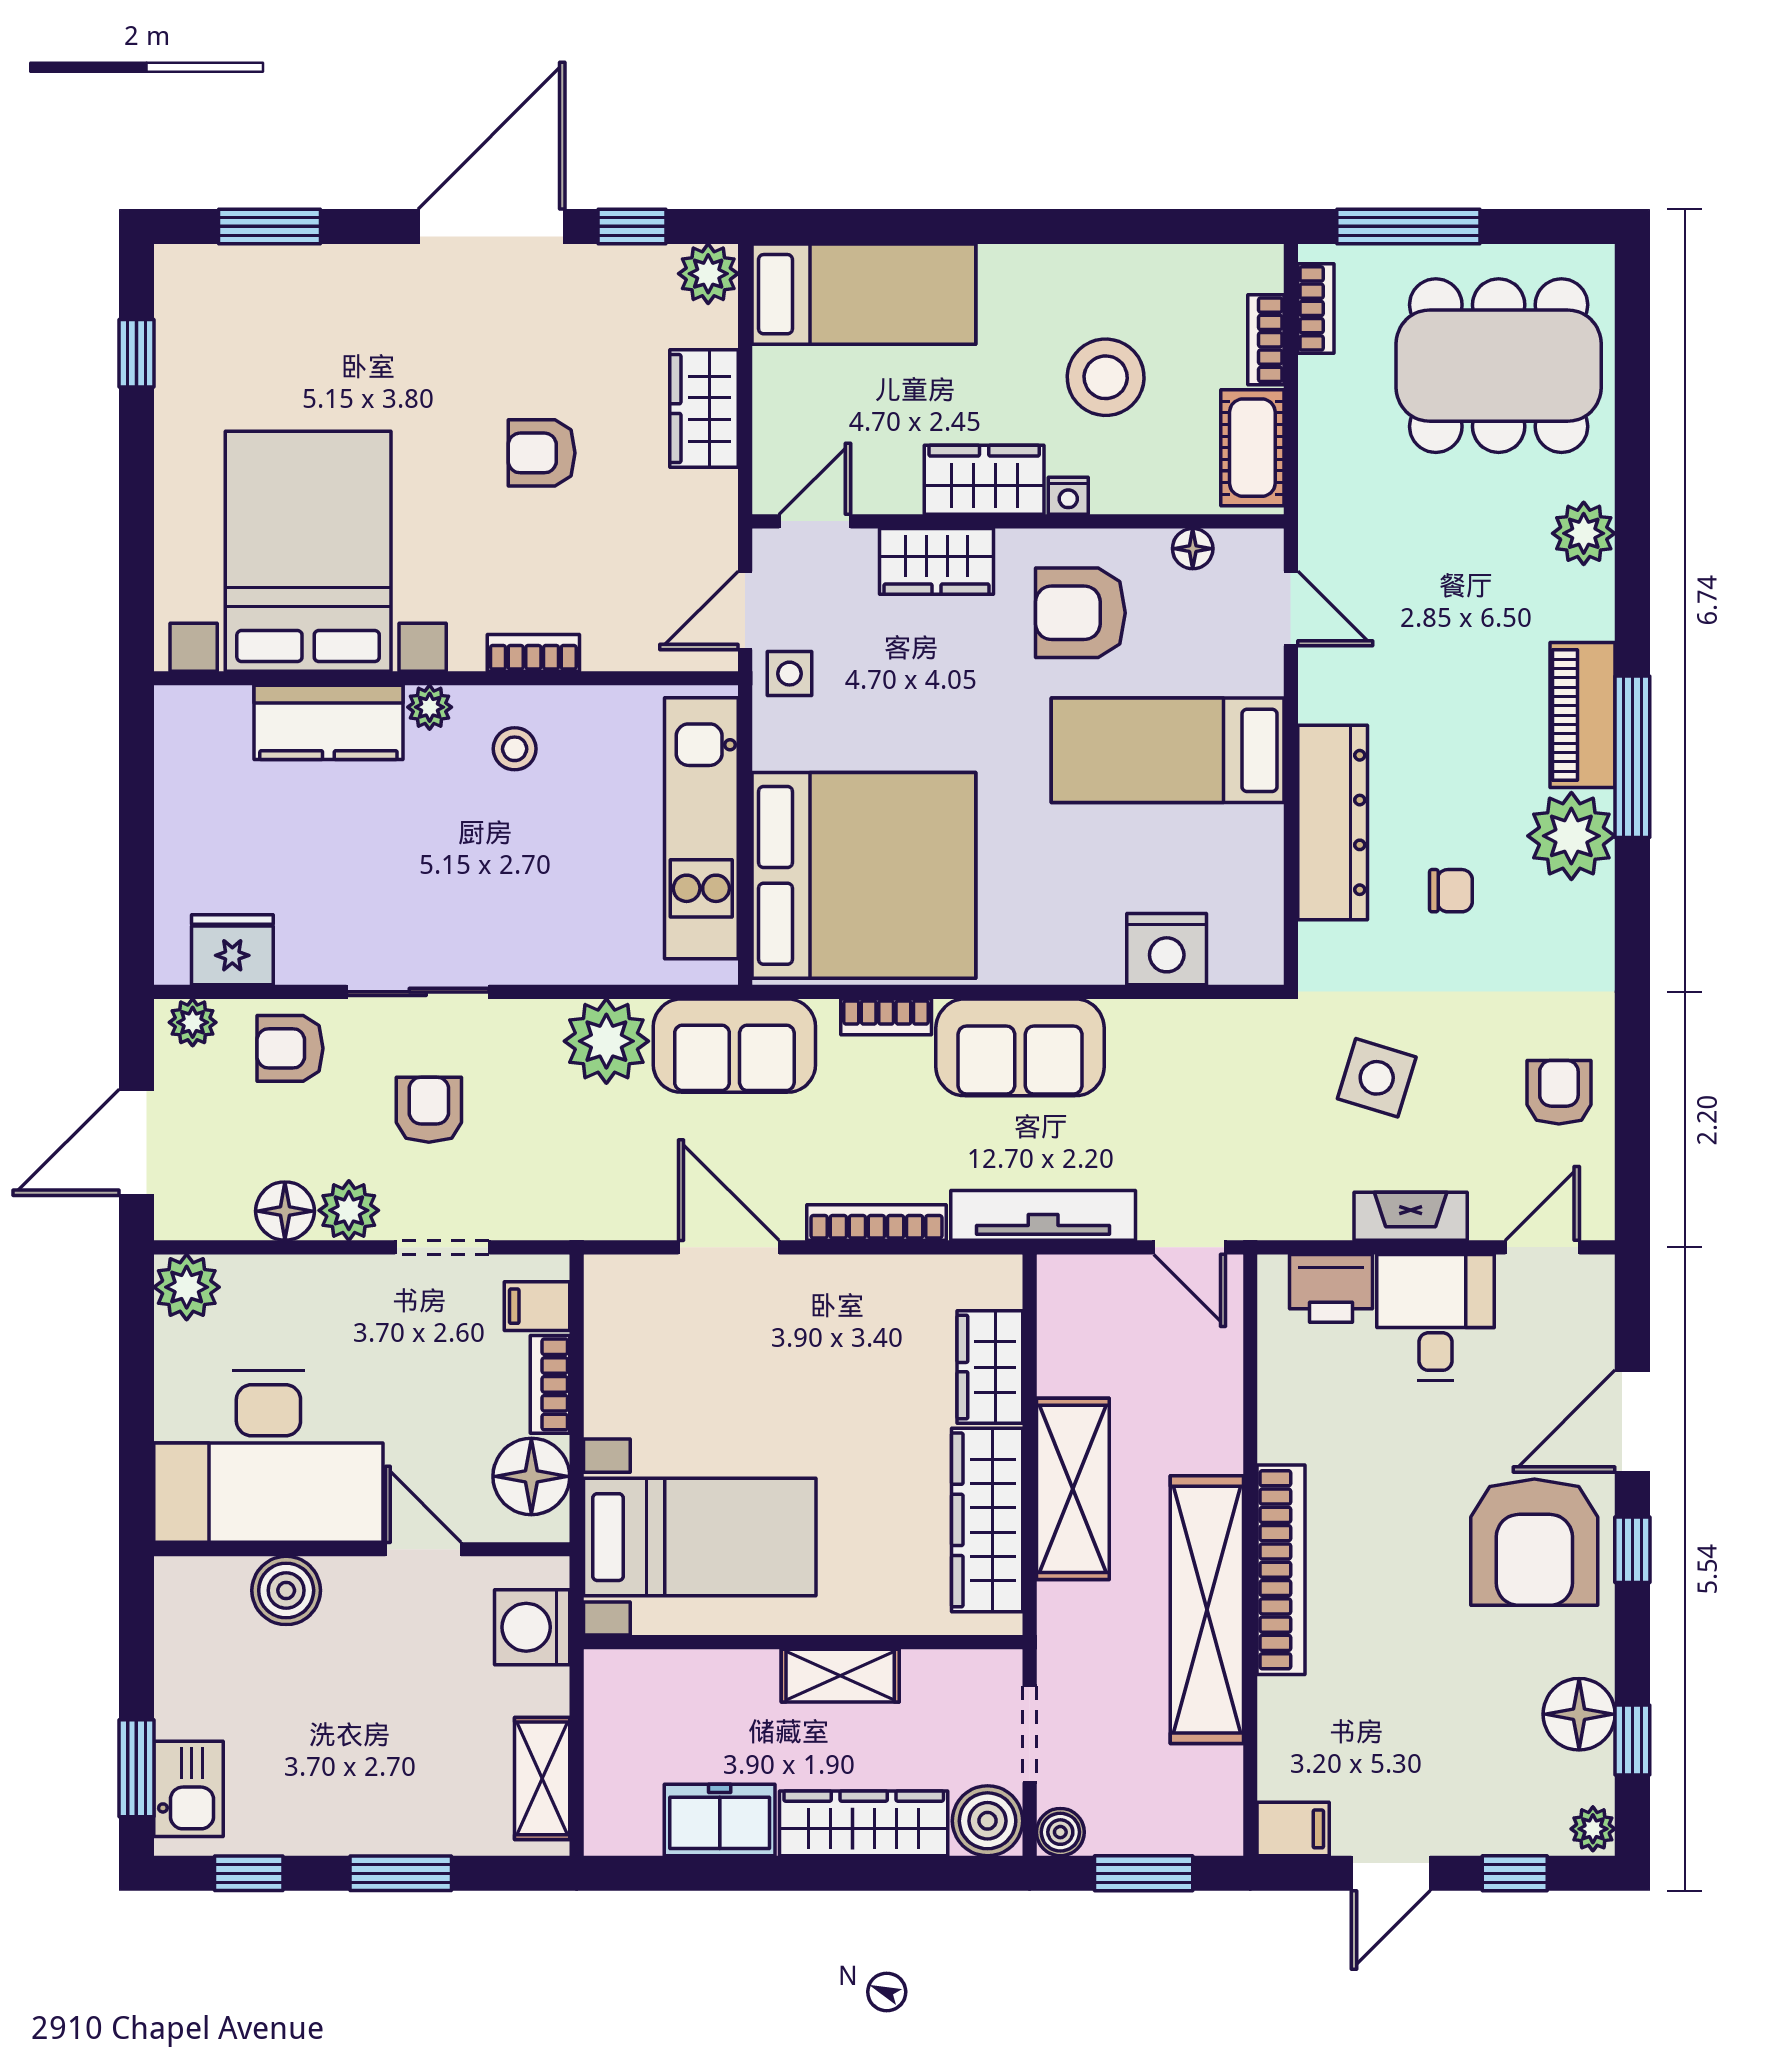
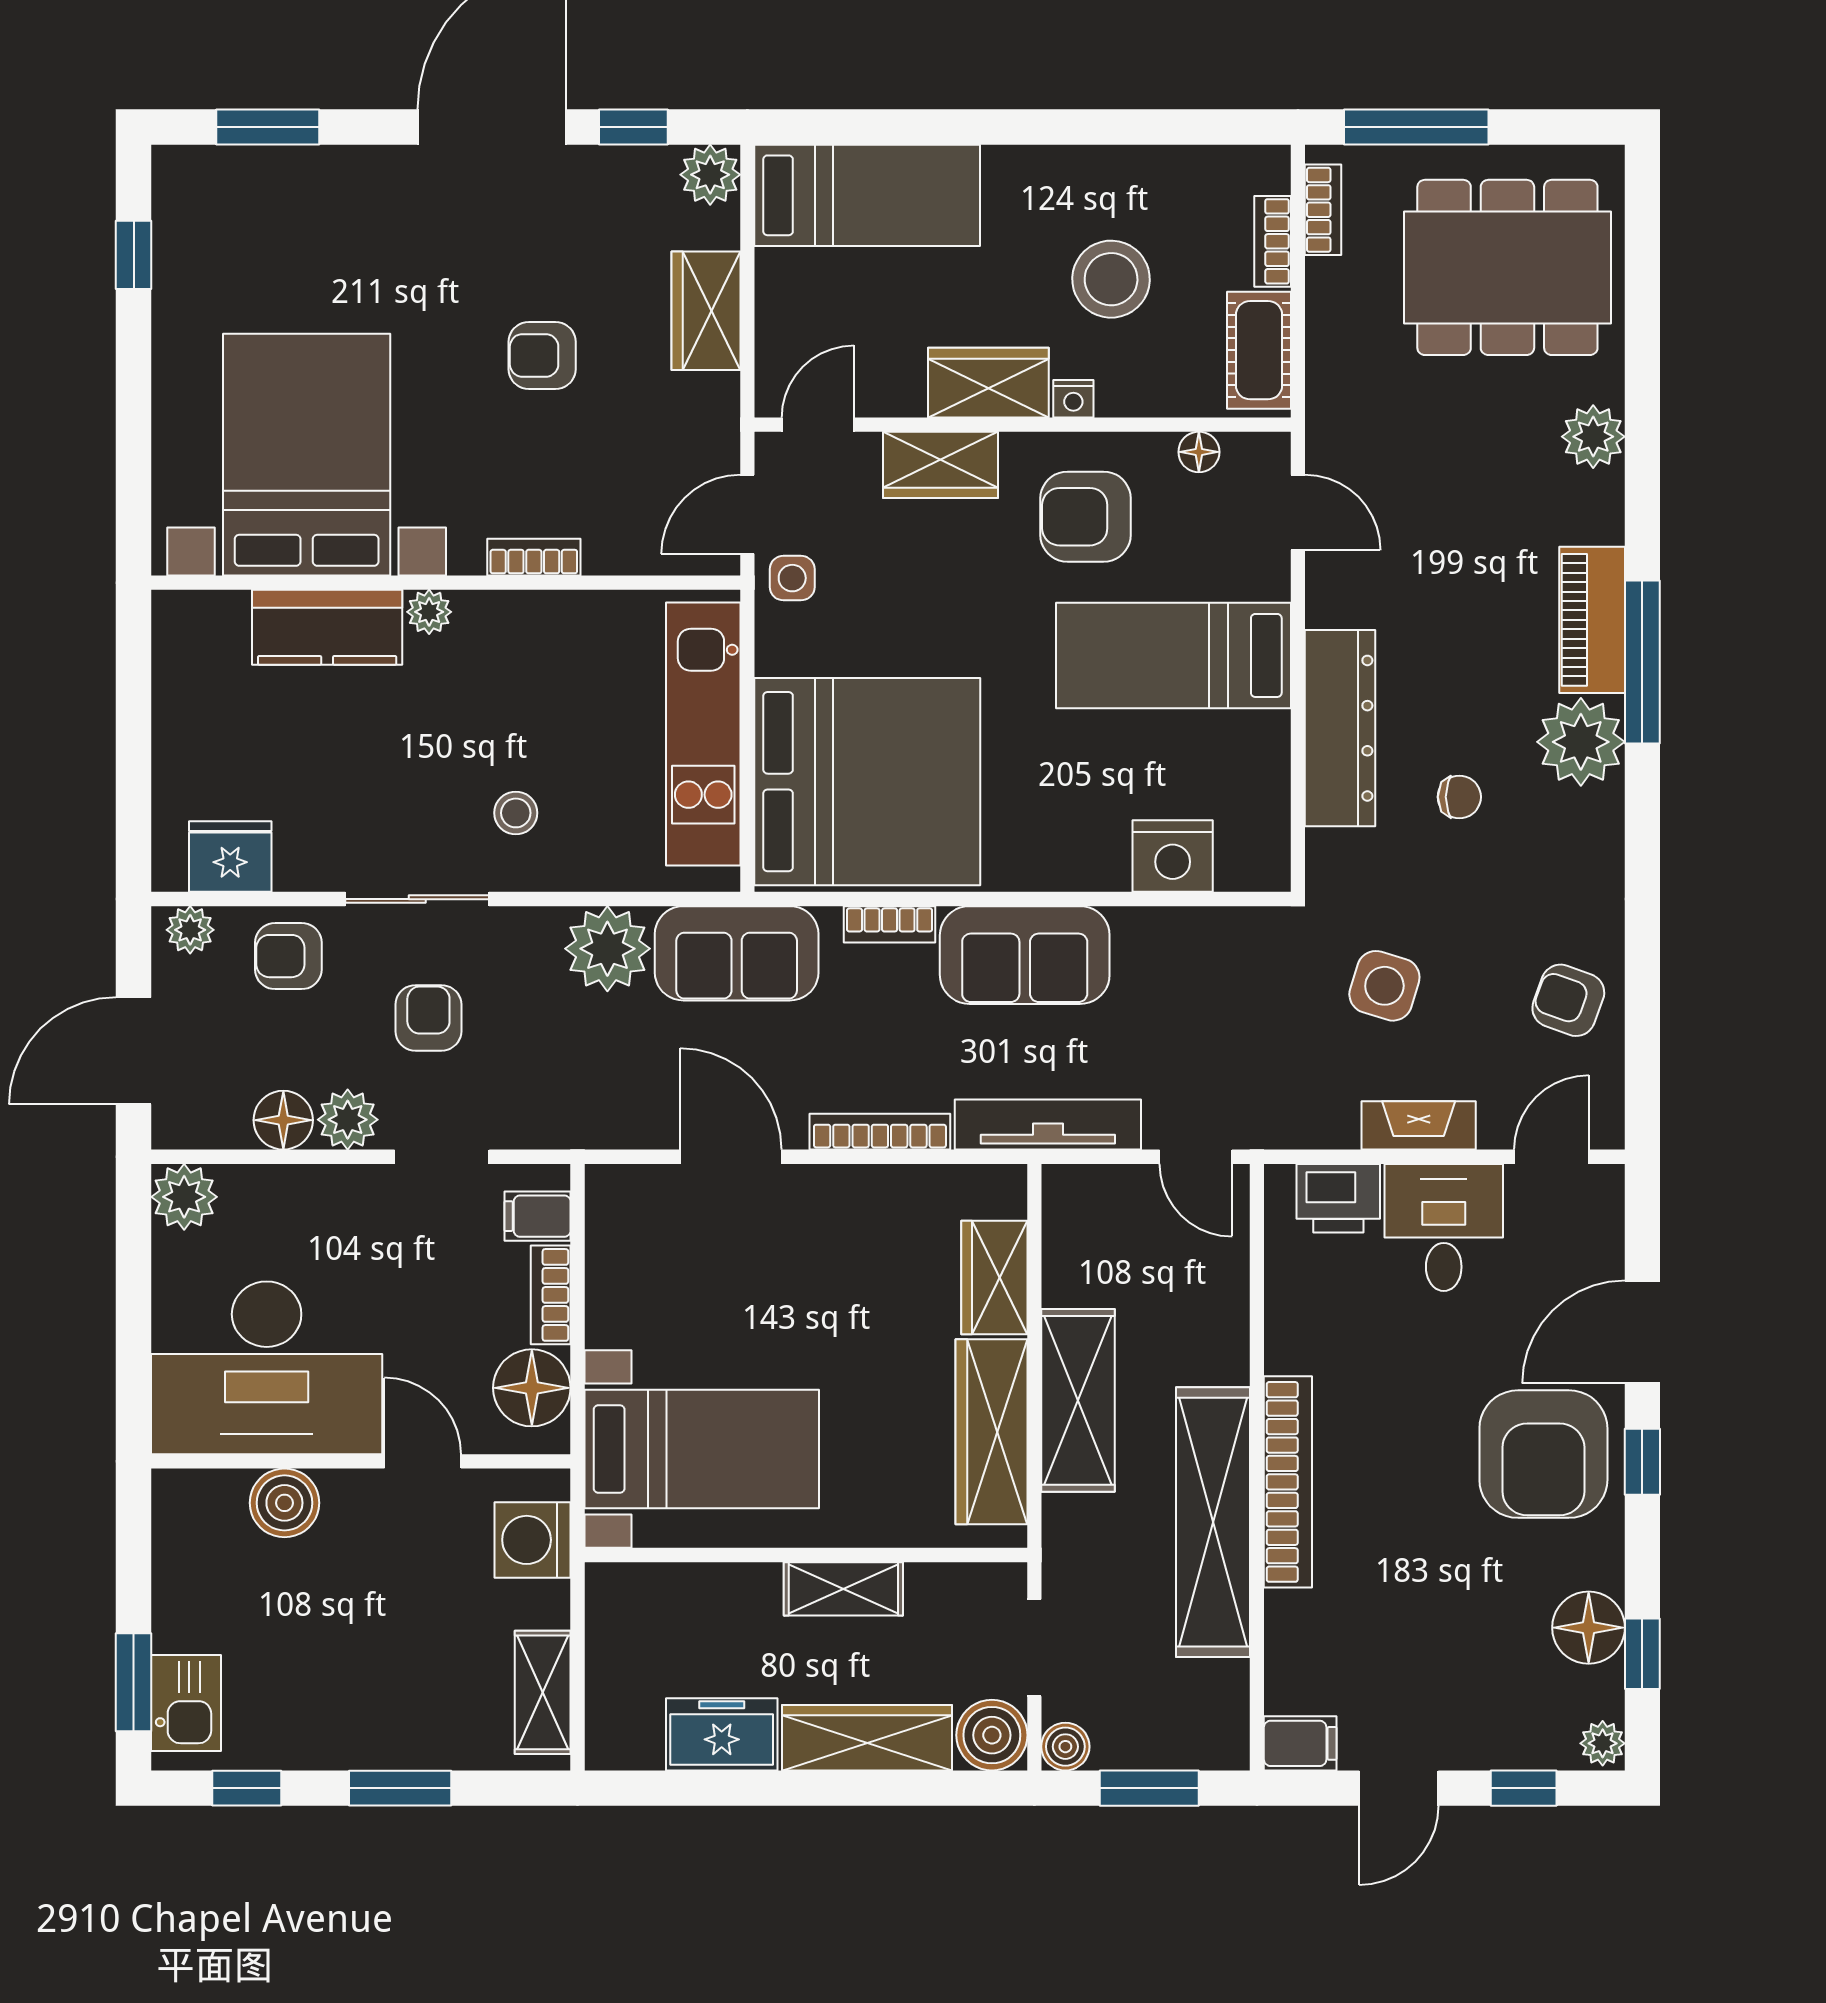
stool: (515, 749) -> (516, 813), moved
armchair: (1559, 1092) -> (1568, 1000), turned -70

